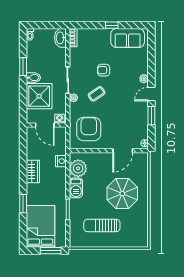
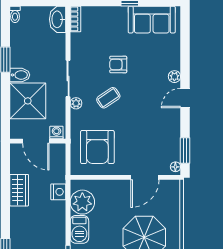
window: (151, 116) -> (185, 151), moved
armchair: (89, 129) -> (97, 147), turned 180
wardrobe: (33, 171) -> (19, 190), moved

